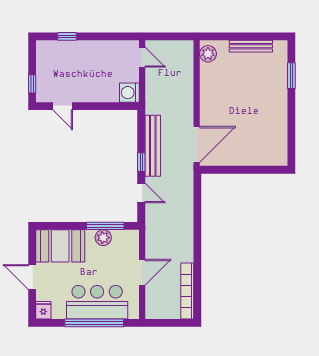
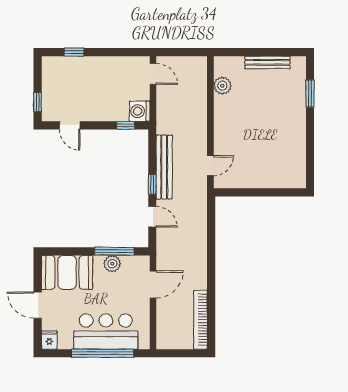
plant: (208, 54) -> (222, 86), moved
window: (116, 106) -> (126, 125), added
door: (197, 144) -> (210, 166), width x0.53
door: (142, 272) -> (153, 284), moved

